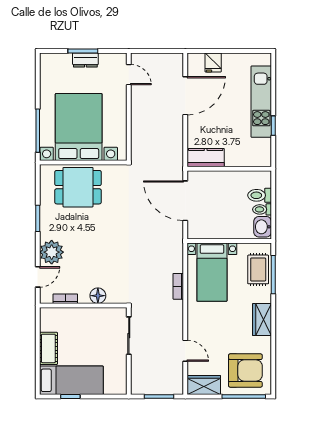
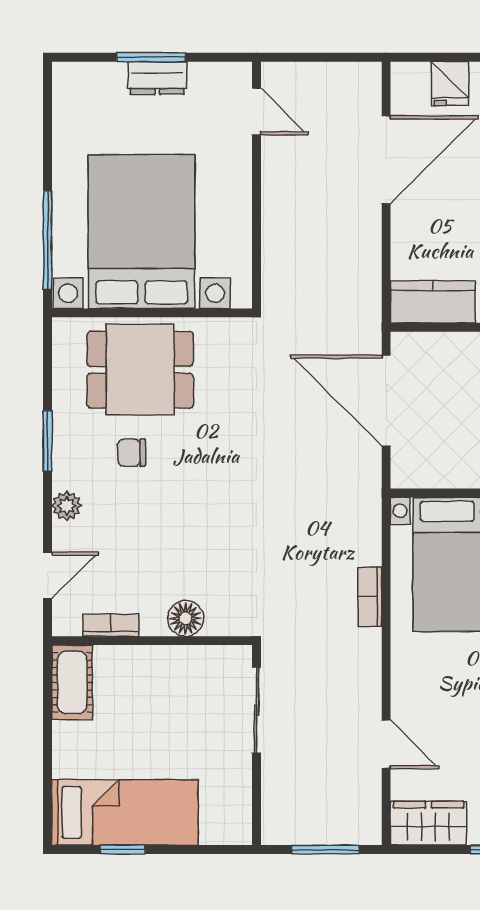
chair: (74, 223) -> (132, 453), added
plant: (52, 252) -> (67, 506), width x0.53, depth x0.53
cot: (48, 348) -> (72, 682), moved

